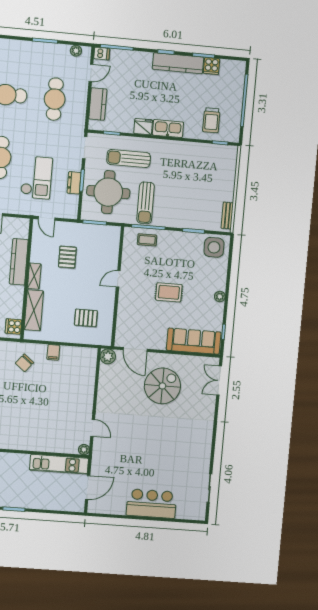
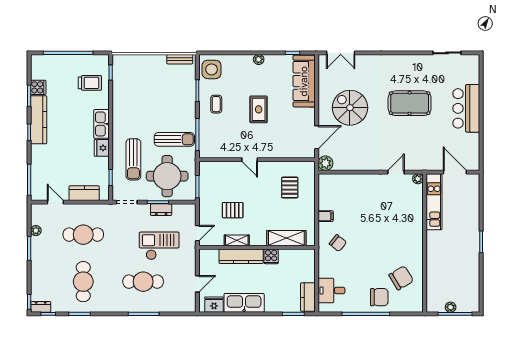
plant: (76, 51) -> (36, 231), moved
dishwasher: (102, 54) -> (36, 193), removed
coffee table: (147, 240) -> (216, 104), moved
shelving: (34, 276) -> (237, 240), moved
cooker: (13, 326) -> (271, 256), moved
pool table: (162, 447) -> (410, 103), added

